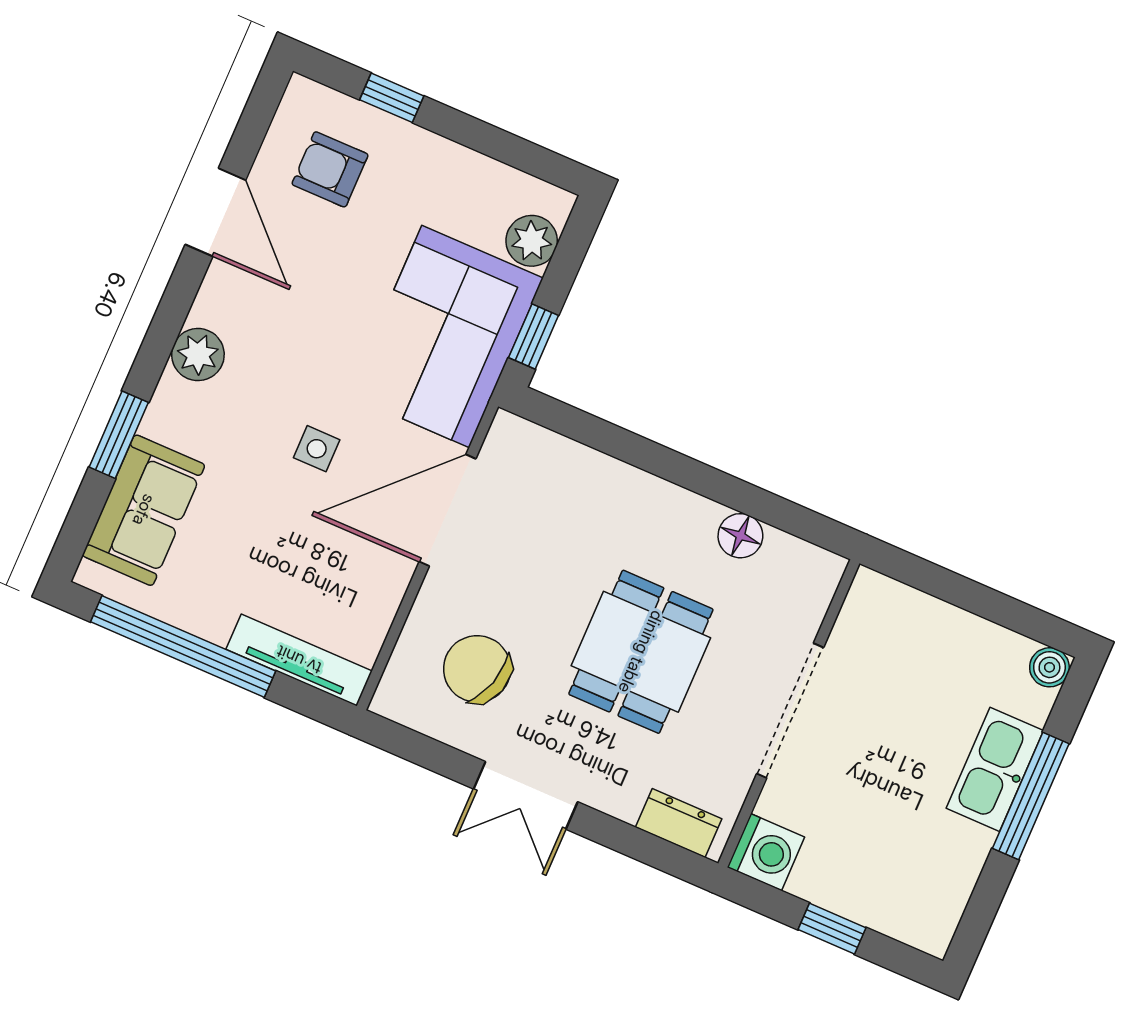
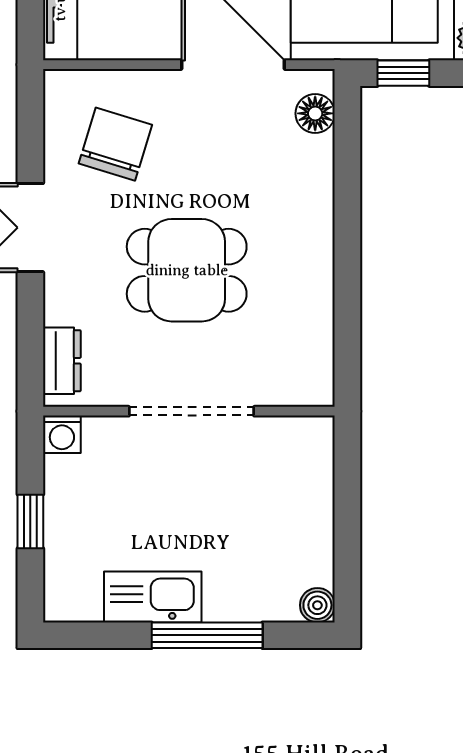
floor lamp: (740, 536) -> (315, 113), moved
kitchen sink: (995, 769) -> (153, 597), moved
washing machine: (766, 852) -> (62, 434), width x0.73, depth x0.73

